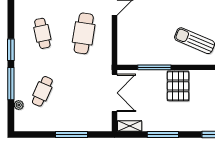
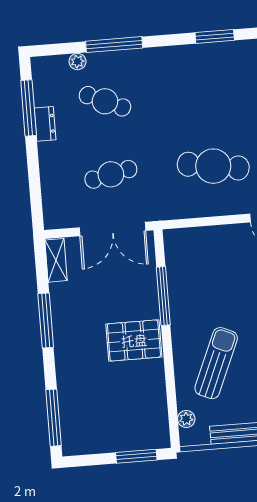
cafe table: (42, 33) -> (111, 174), moved
window: (11, 50) -> (215, 36), moved
dresser: (52, 126) -> (45, 124), added
window: (71, 135) -> (29, 108), moved

